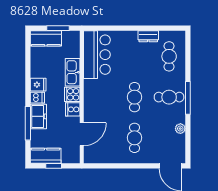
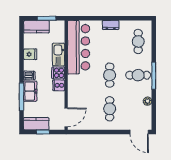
dresser: (148, 36) -> (111, 25), moved
bar counter: (97, 55) -> (79, 47), width x1.36
fridge: (38, 85) -> (30, 54), moved
door: (82, 134) -> (66, 117), moved

